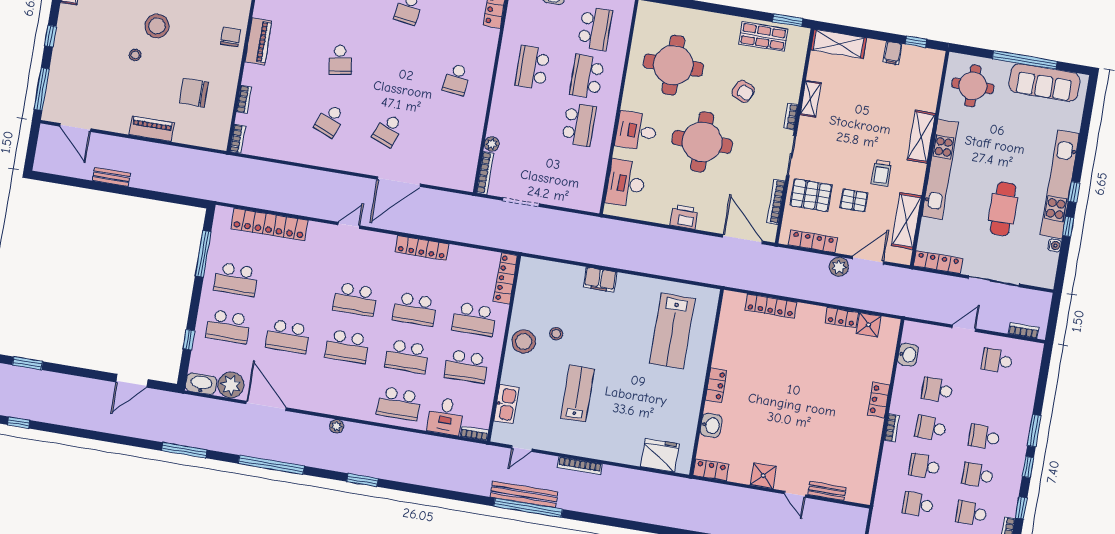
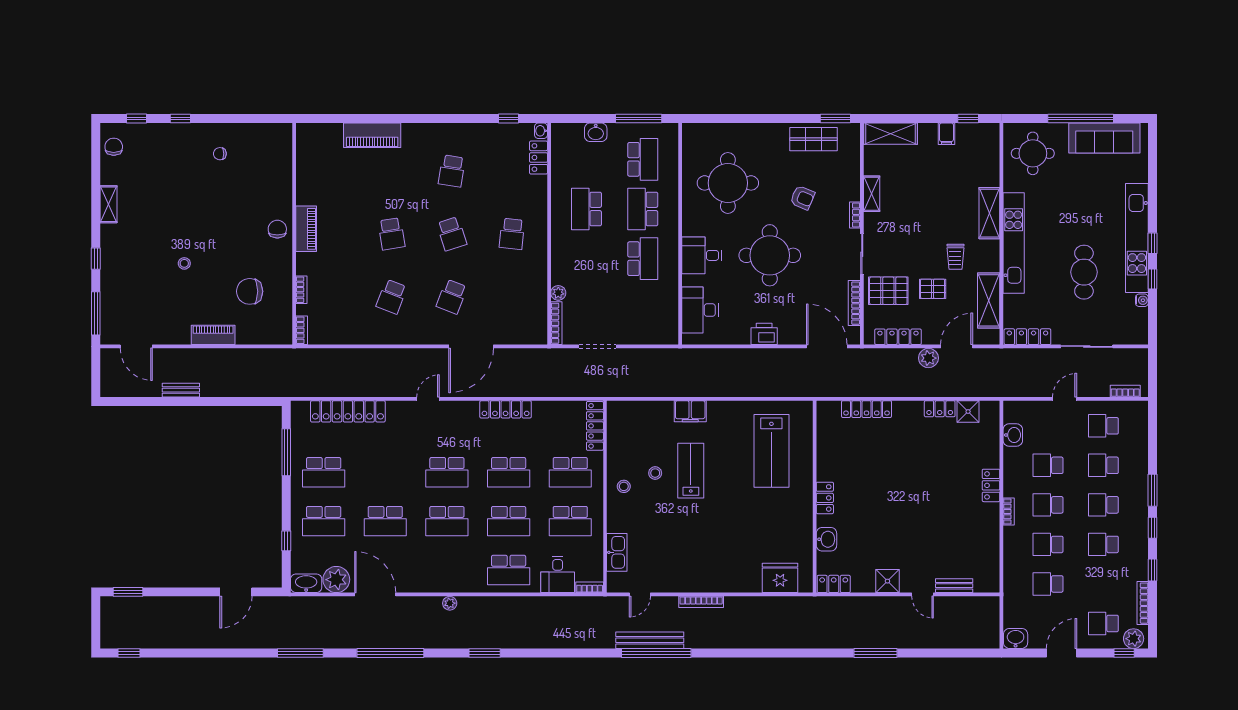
stool: (157, 26) -> (201, 231), removed
school desk: (398, 70) -> (452, 234), added
stool: (524, 342) -> (624, 486), width x0.53, depth x0.53
lab bench: (578, 393) -> (691, 471), moved
school desk: (971, 513) -> (1103, 465), moved

